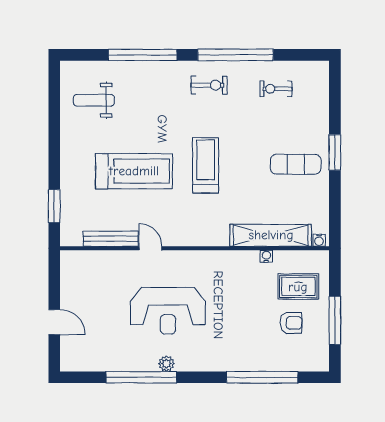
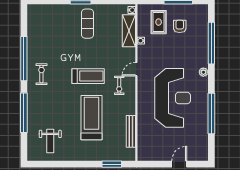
exercise bike: (276, 89) -> (119, 85), moved
treadmill: (206, 165) -> (88, 76), turned 180
shelving: (271, 235) -> (129, 31), width x0.68
door: (151, 248) -> (136, 69), moved
reception desk: (168, 311) -> (173, 98), width x1.36, depth x1.30
plant: (166, 364) -> (203, 72), moved

